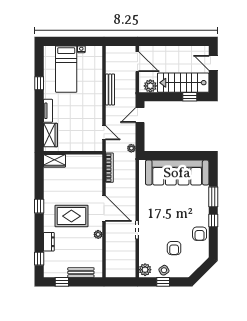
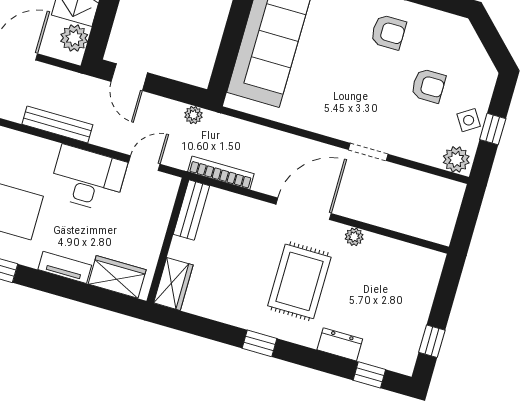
desk: (90, 110) -> (88, 179), added
armchair: (200, 234) -> (388, 32), moved
bench: (81, 273) -> (191, 210), moved

